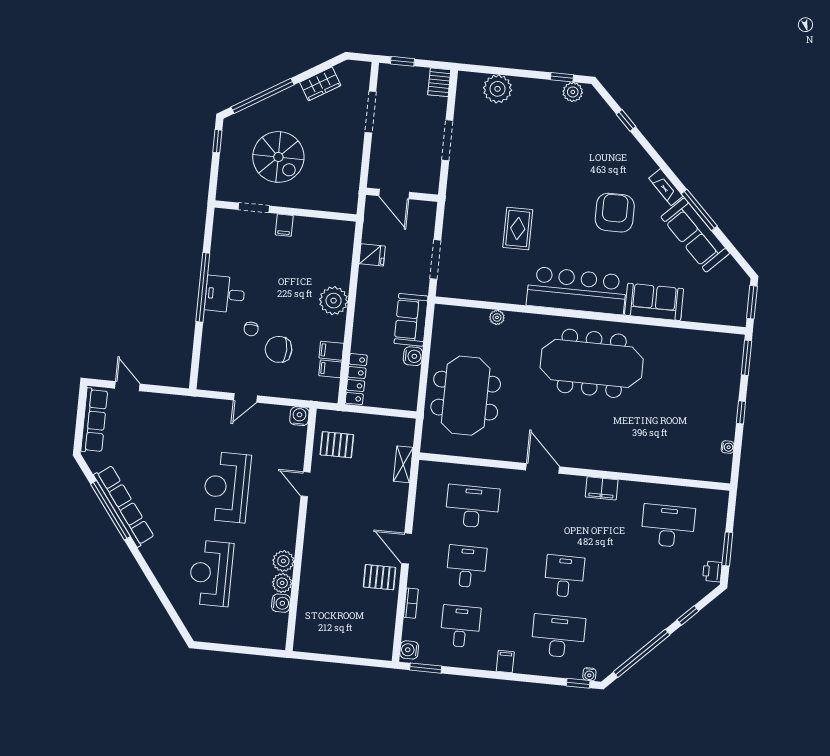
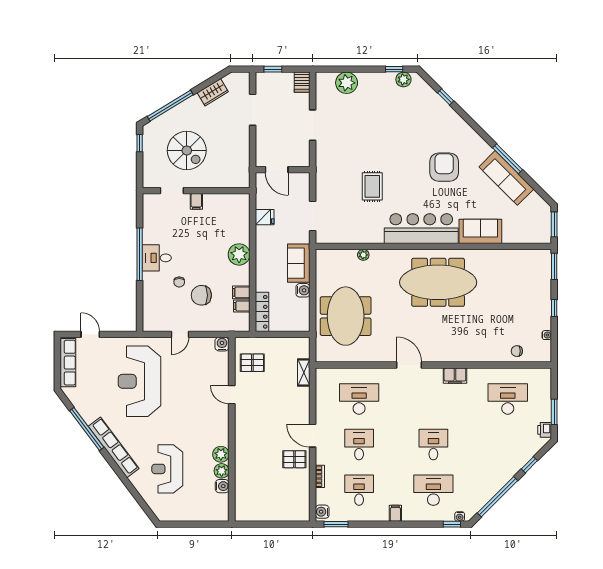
fireplace: (666, 187) -> (481, 144), removed
chair: (686, 464) -> (517, 351), added
reception desk: (227, 487) -> (139, 381), moved, width x1.36, depth x1.30
row of seats: (124, 506) -> (114, 447), moved

